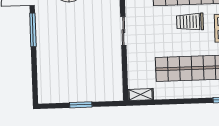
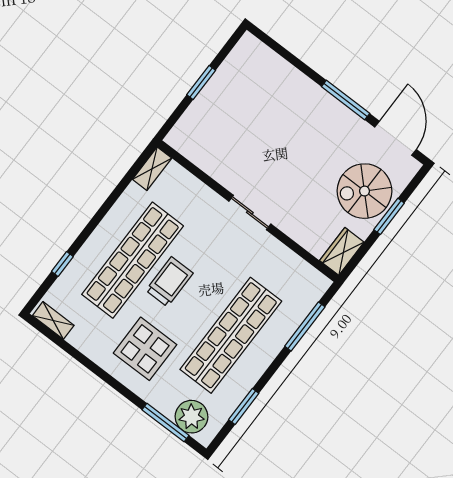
trolley: (190, 22) -> (169, 282), moved

